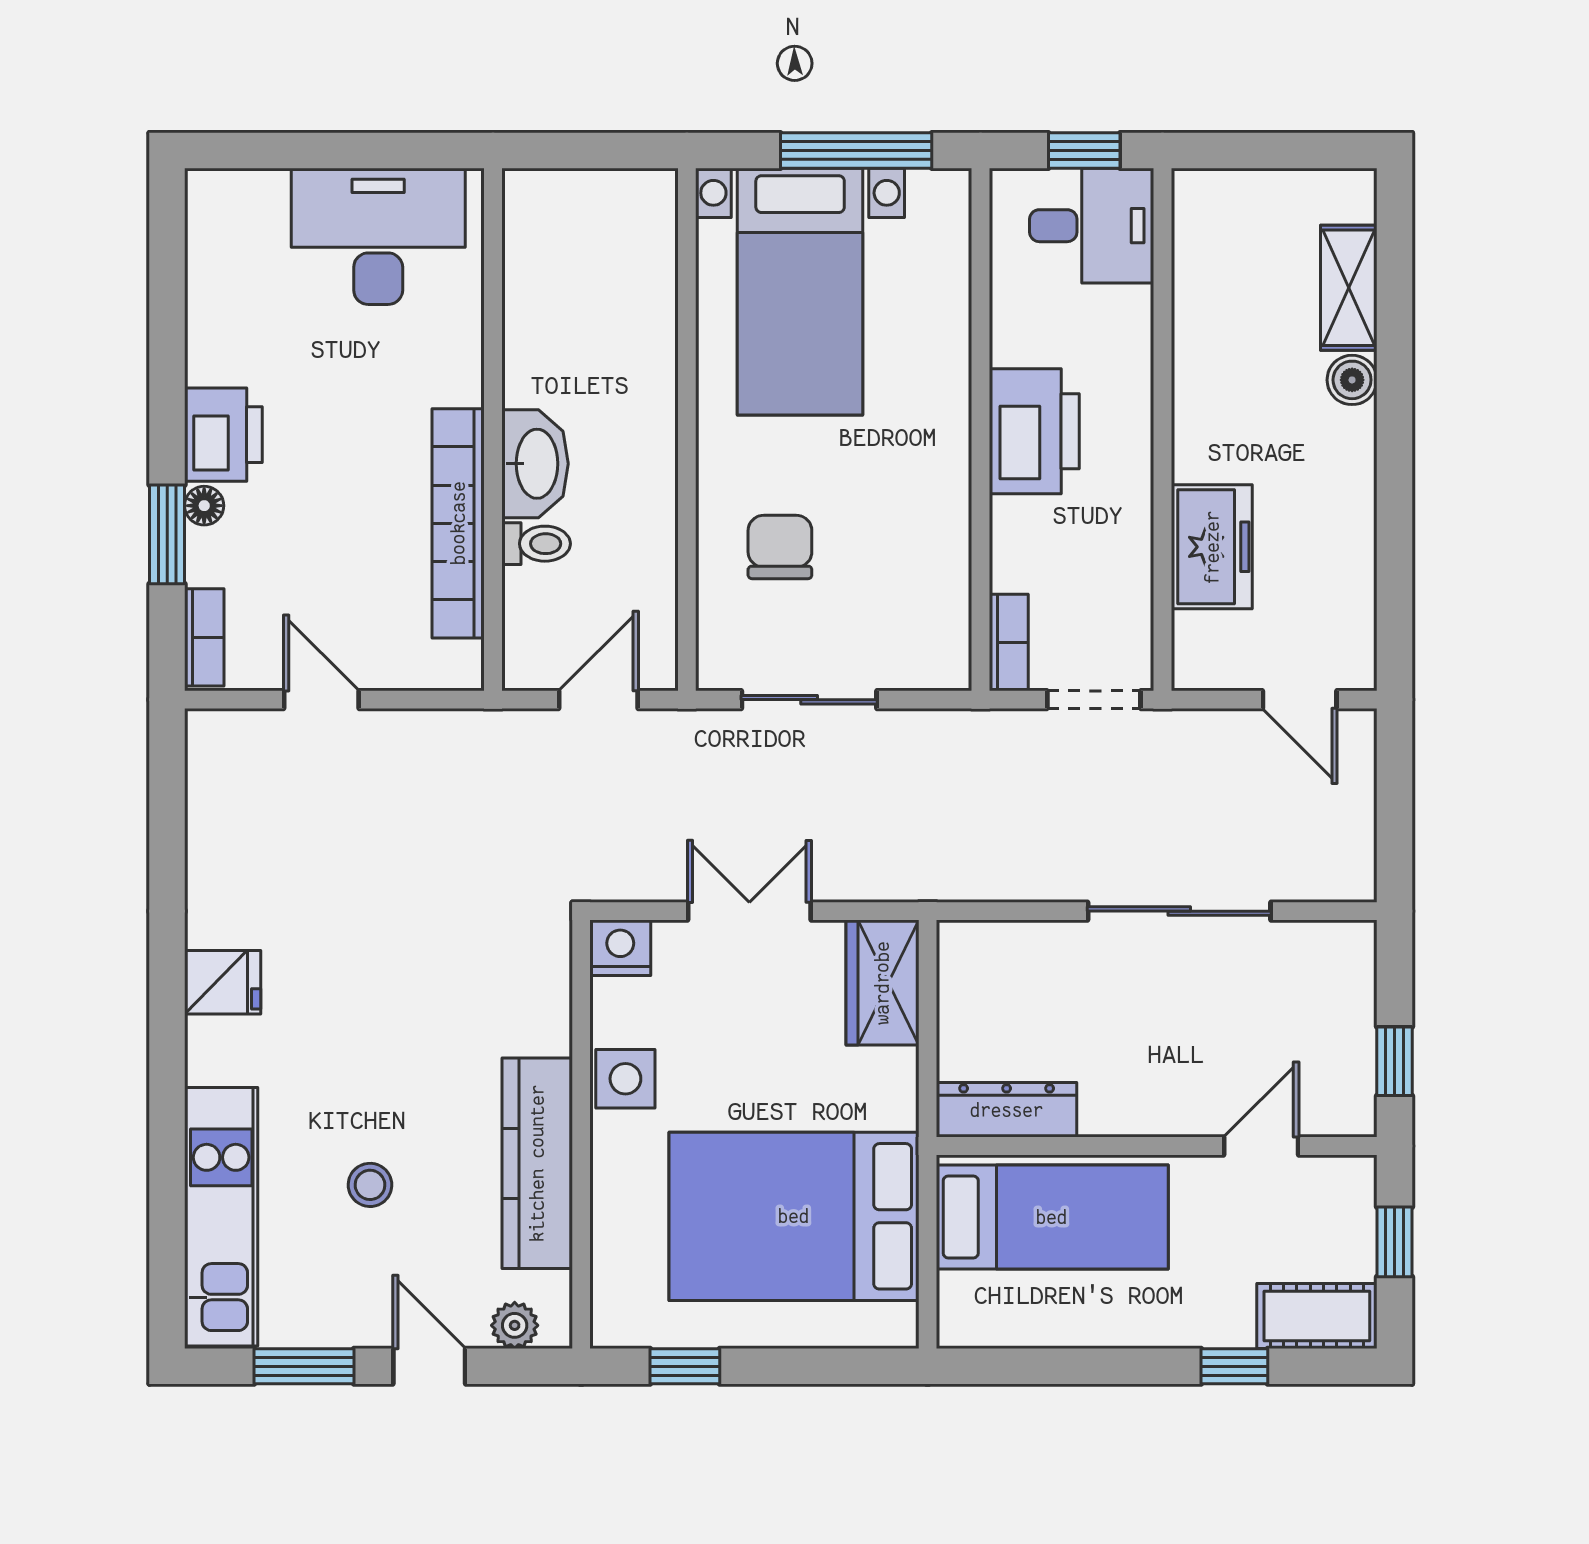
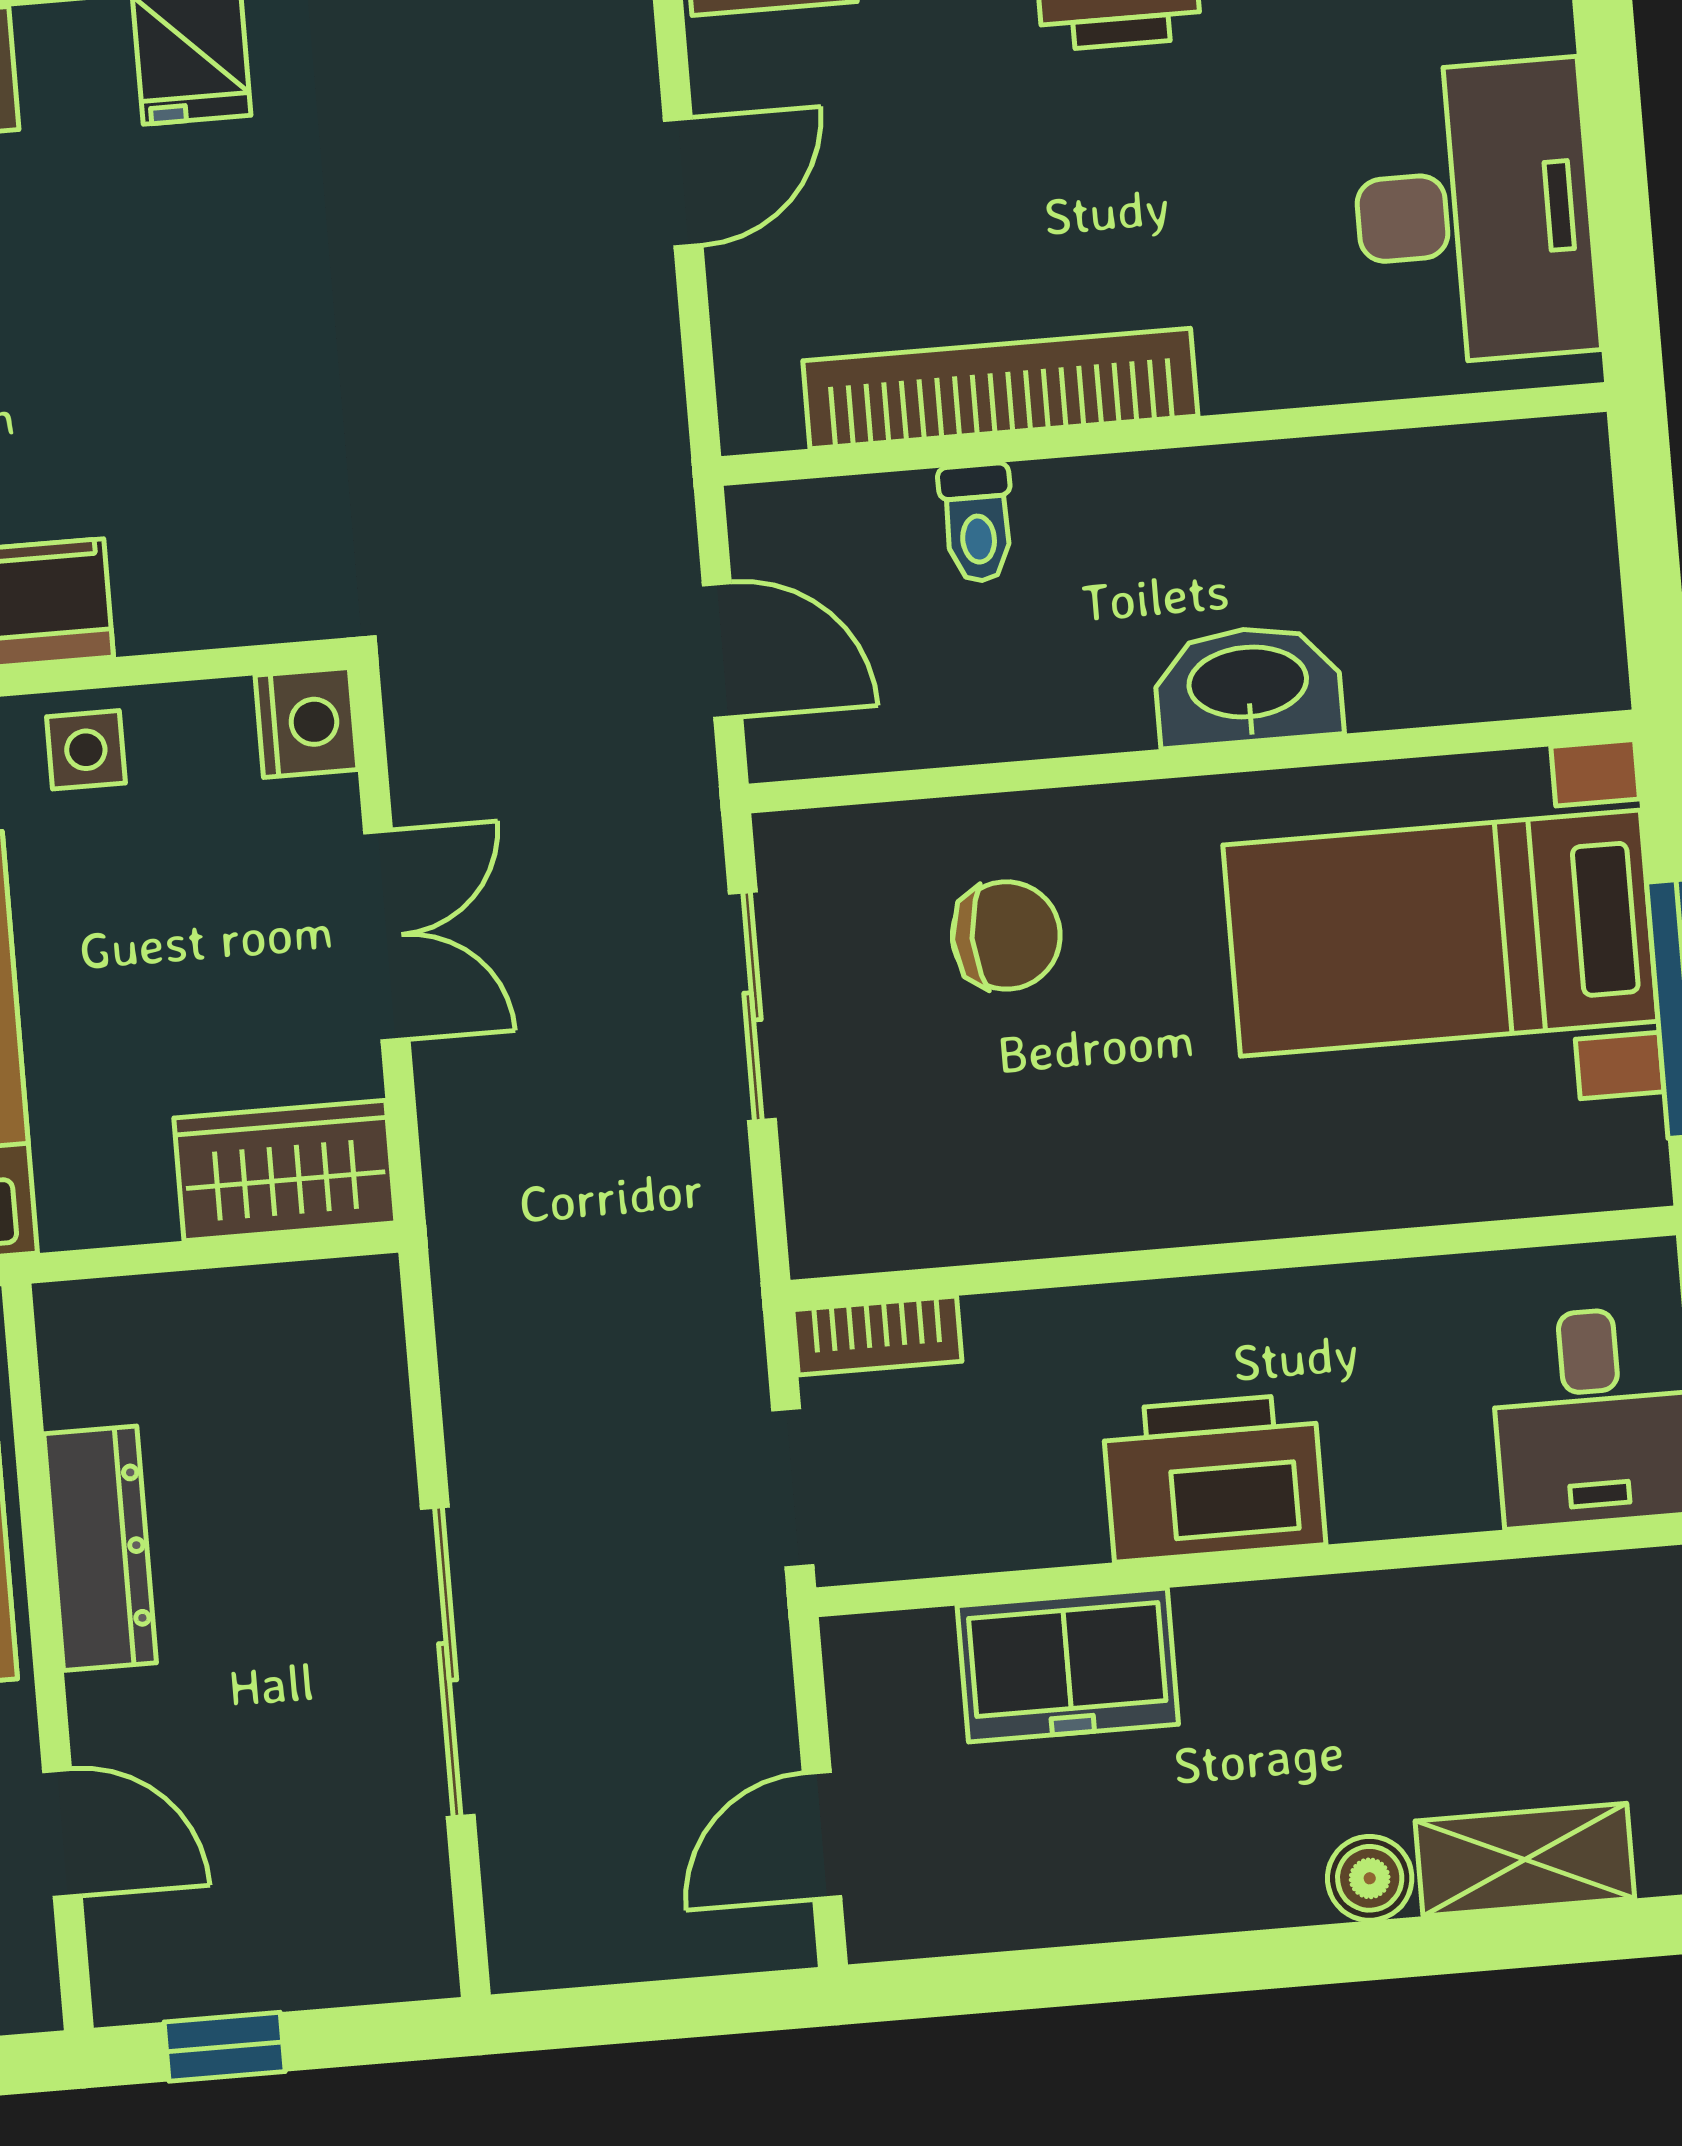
printer: (1034, 431) -> (1214, 1478), moved, turned 180
washbasin: (535, 464) -> (1248, 685), moved, turned 180
side table: (625, 1079) -> (86, 750), width x0.73, depth x0.73
dresser: (1007, 1110) -> (100, 1548), moved

